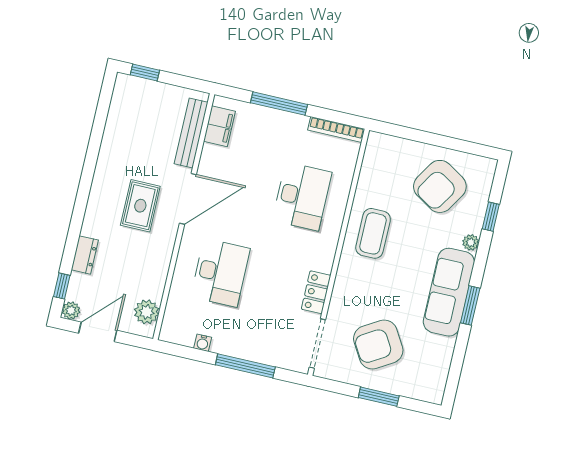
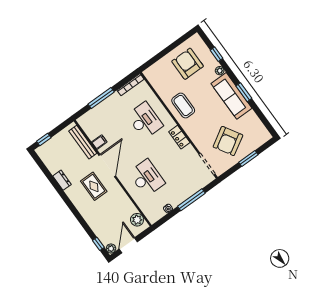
filing cabinet: (219, 126) -> (99, 142), moved, width x0.50
armchair: (440, 186) -> (188, 64), turned 148
dresser: (85, 255) -> (62, 180), moved
locker: (316, 292) -> (179, 137), moved

